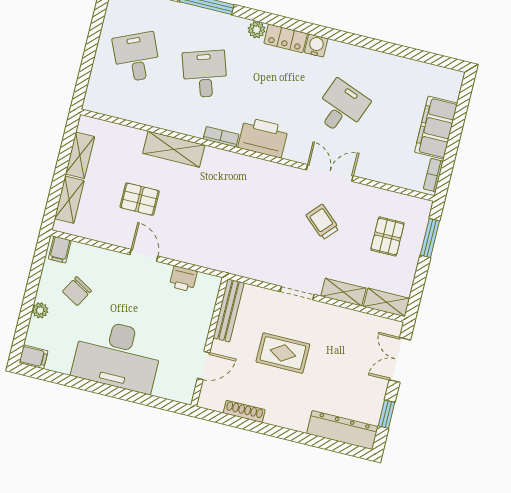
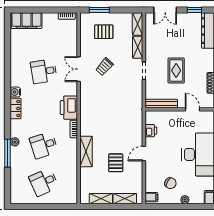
plant: (257, 30) -> (15, 142), moved
desk: (342, 108) -> (44, 71), turned -30
filing cabinet: (436, 128) -> (27, 21), moved

